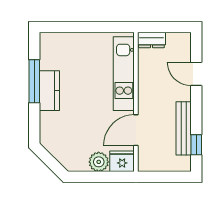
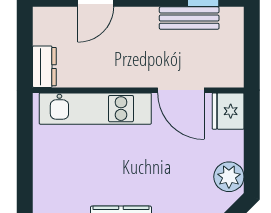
bench: (184, 128) -> (189, 18), width x0.73
plant: (99, 162) -> (229, 177), moved

